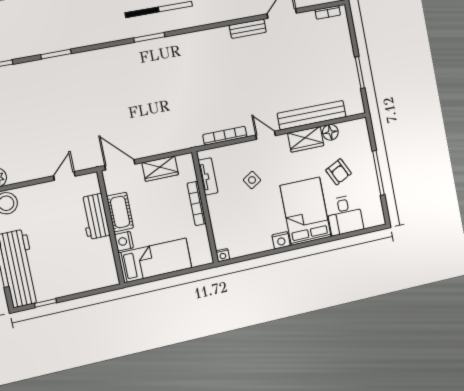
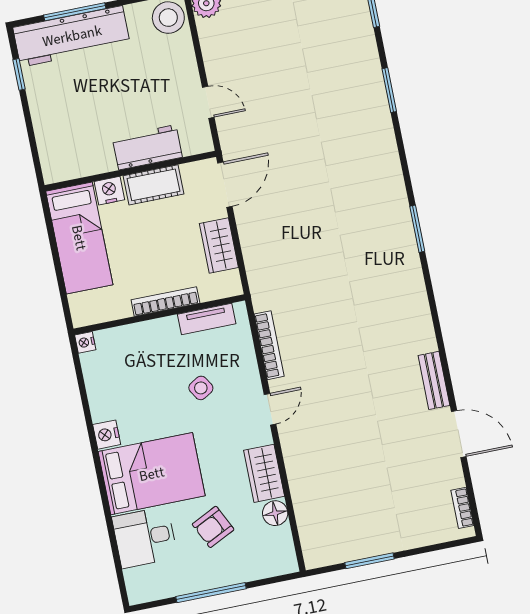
bench: (312, 115) -> (302, 483), removed

